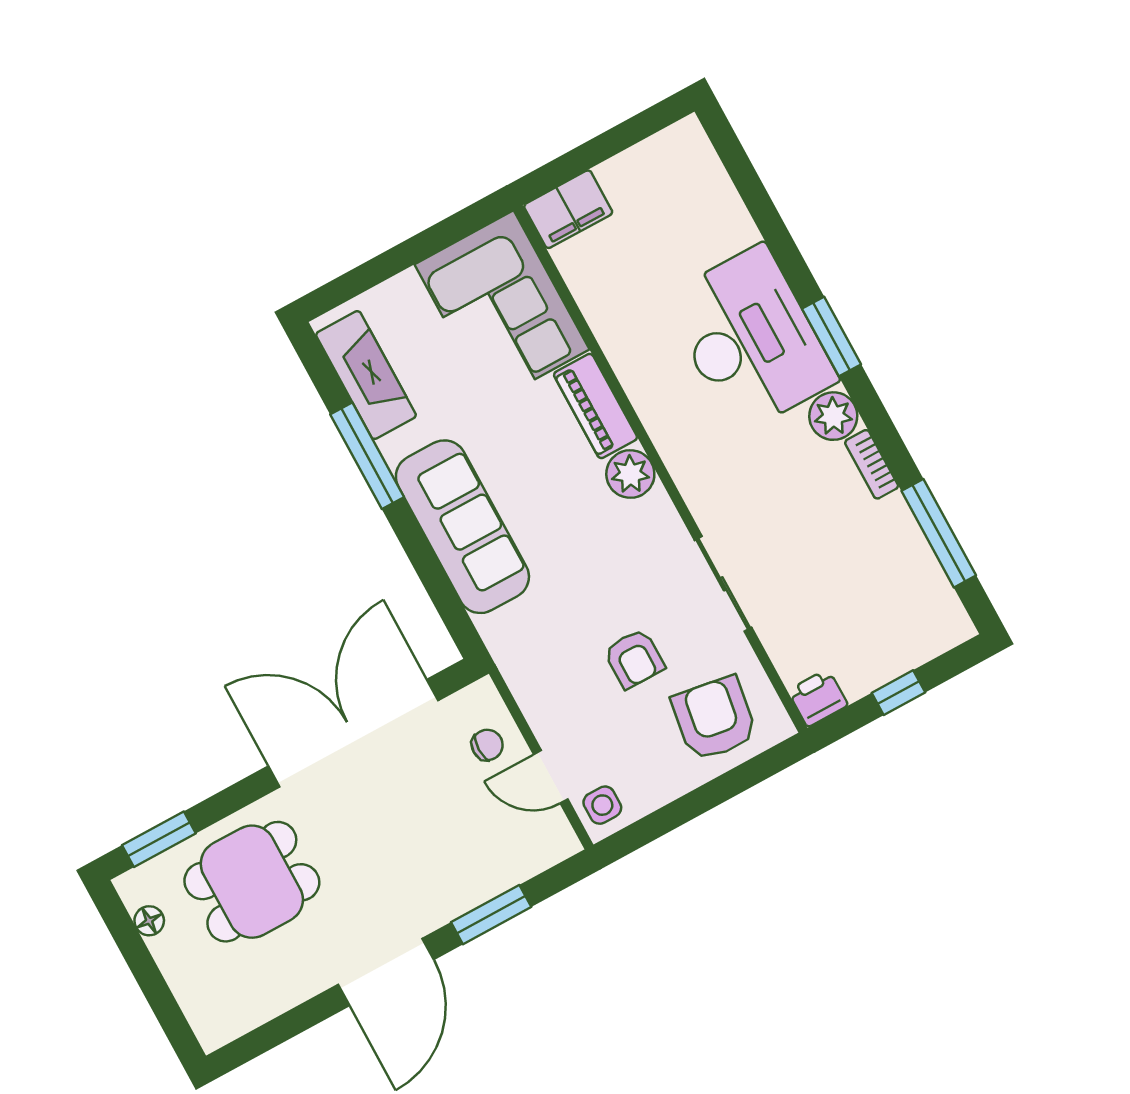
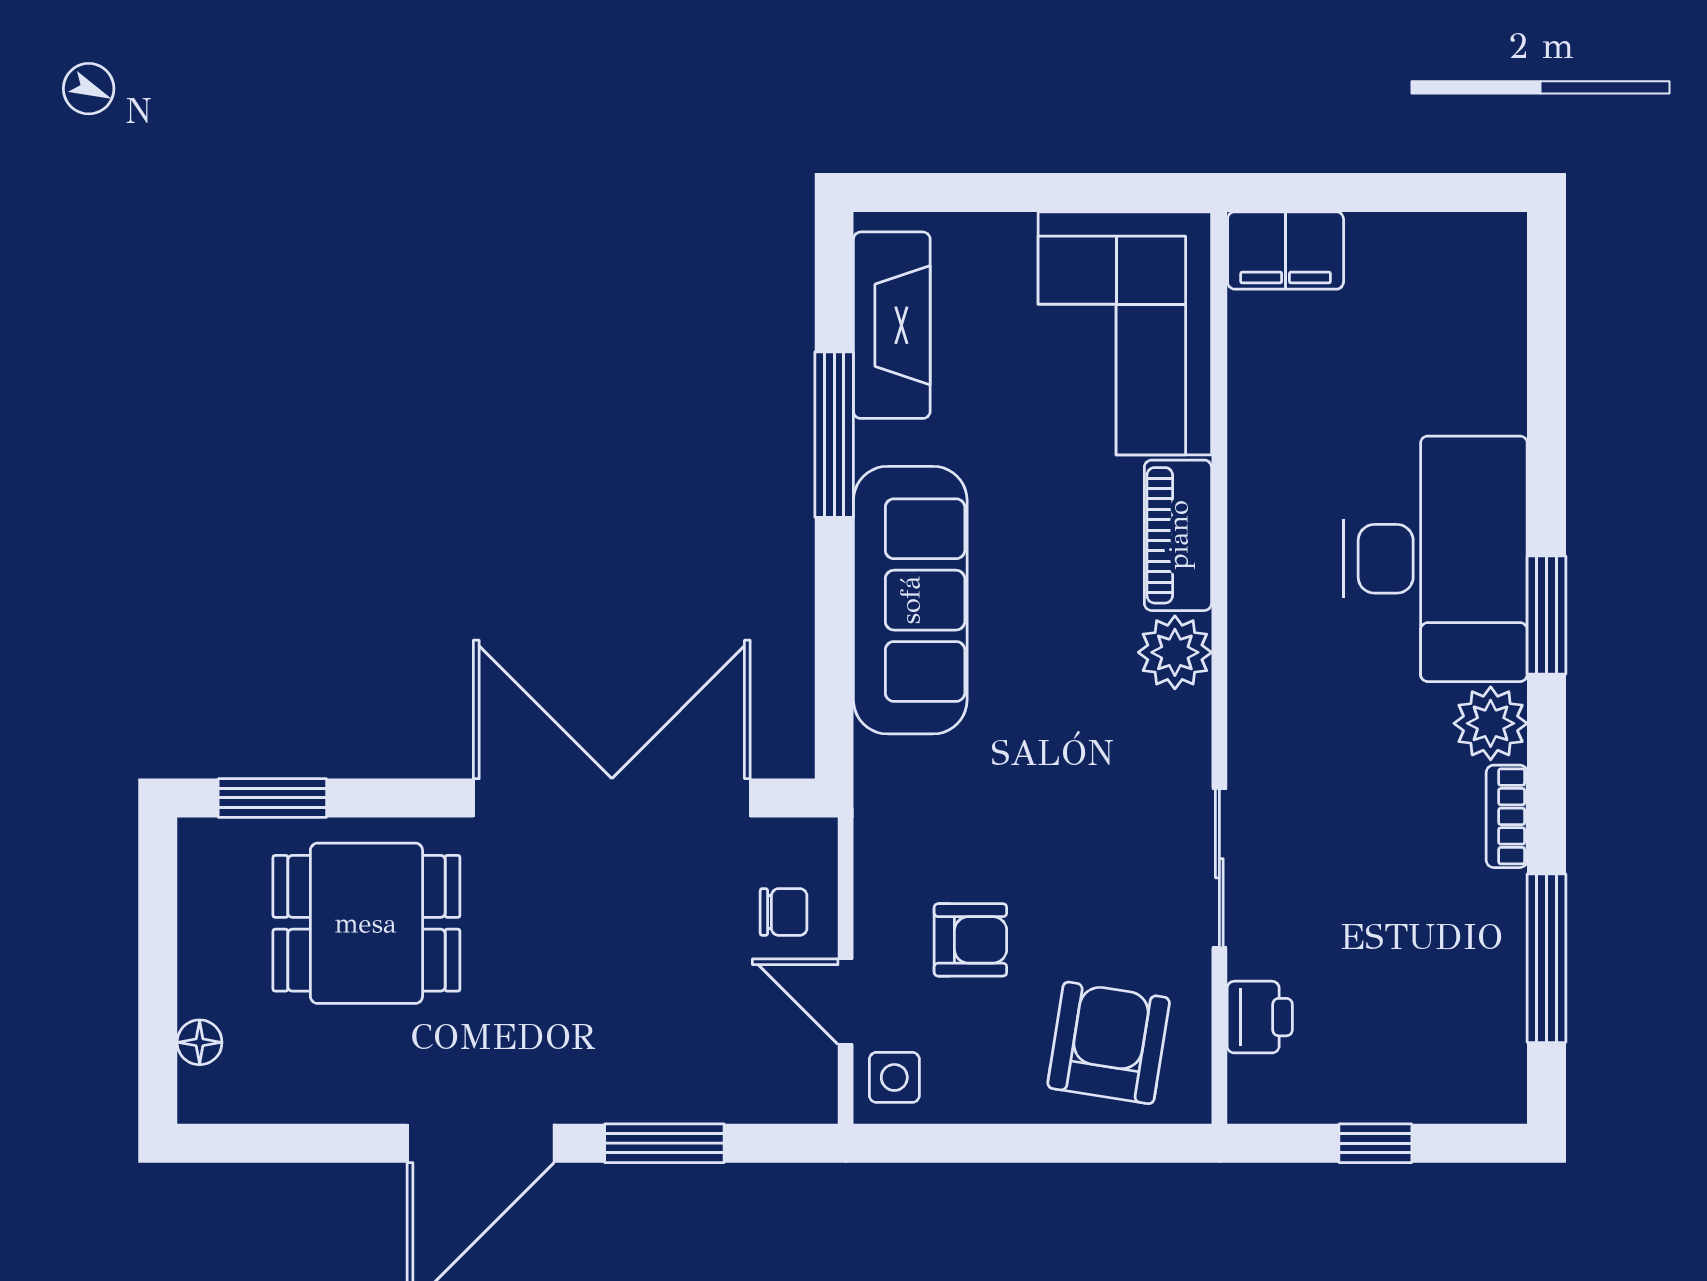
armchair: (634, 659) -> (970, 940), moved, turned -90
printer: (818, 698) -> (1260, 1017), moved, turned 90
floor lamp: (149, 921) -> (200, 1042), moved

